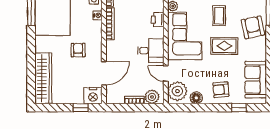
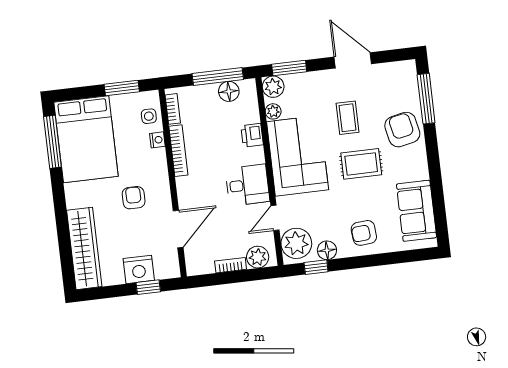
door: (166, 73) -> (275, 218), hinge flipped
nightstand: (93, 96) -> (139, 269), moved
window: (239, 108) -> (316, 267), moved

